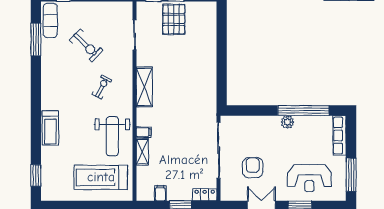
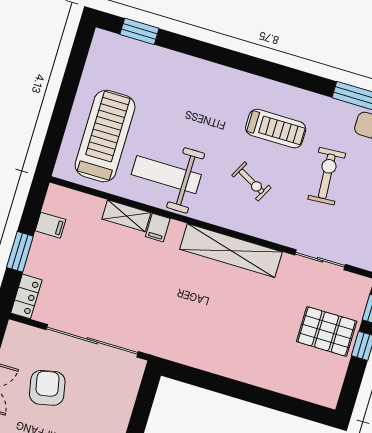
exercise bike: (86, 45) -> (327, 176), turned 132
shelving: (144, 87) -> (231, 251), width x1.47
treadmill: (50, 128) -> (276, 129), moved, turned 180
armchair: (253, 168) -> (47, 388), turned -102

